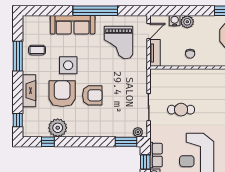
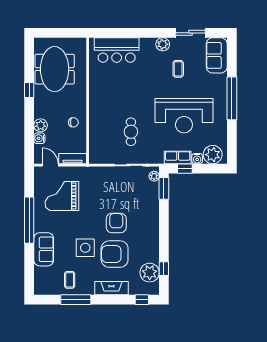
sofa: (73, 25) -> (44, 249), width x0.73
grand piano: (119, 43) -> (62, 196), turned 180
plant: (58, 128) -> (150, 273), moved

